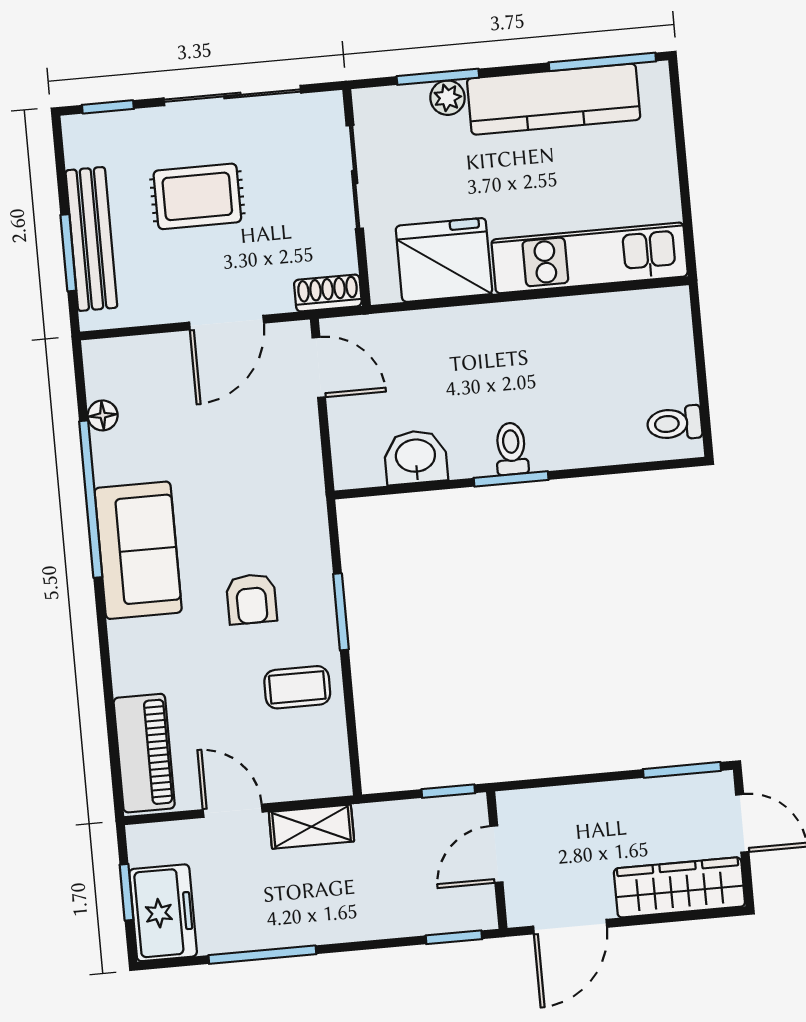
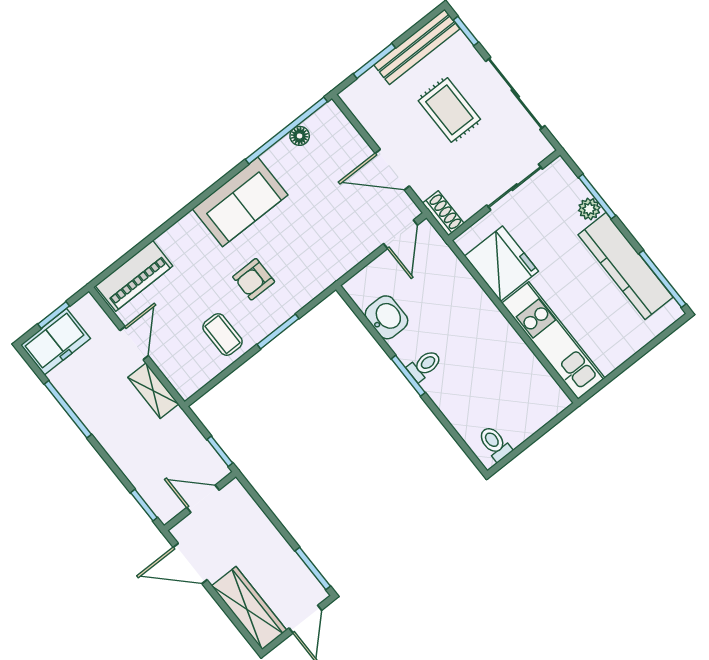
bench: (91, 239) -> (417, 47), moved
window: (91, 499) -> (286, 131), moved

